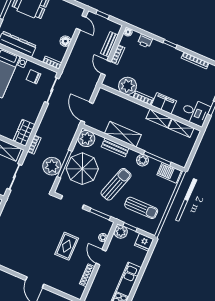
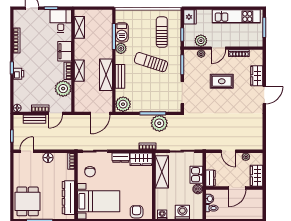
printer: (145, 41) -> (18, 74), moved
dresser: (34, 113) -> (121, 158), added
shelving: (159, 118) -> (79, 71), moved
parasol: (82, 169) -> (150, 97), removed
barbecue: (169, 173) -> (122, 32), moved
plant: (121, 232) -> (201, 41), moved
wardrobe: (57, 283) -> (257, 76), added

